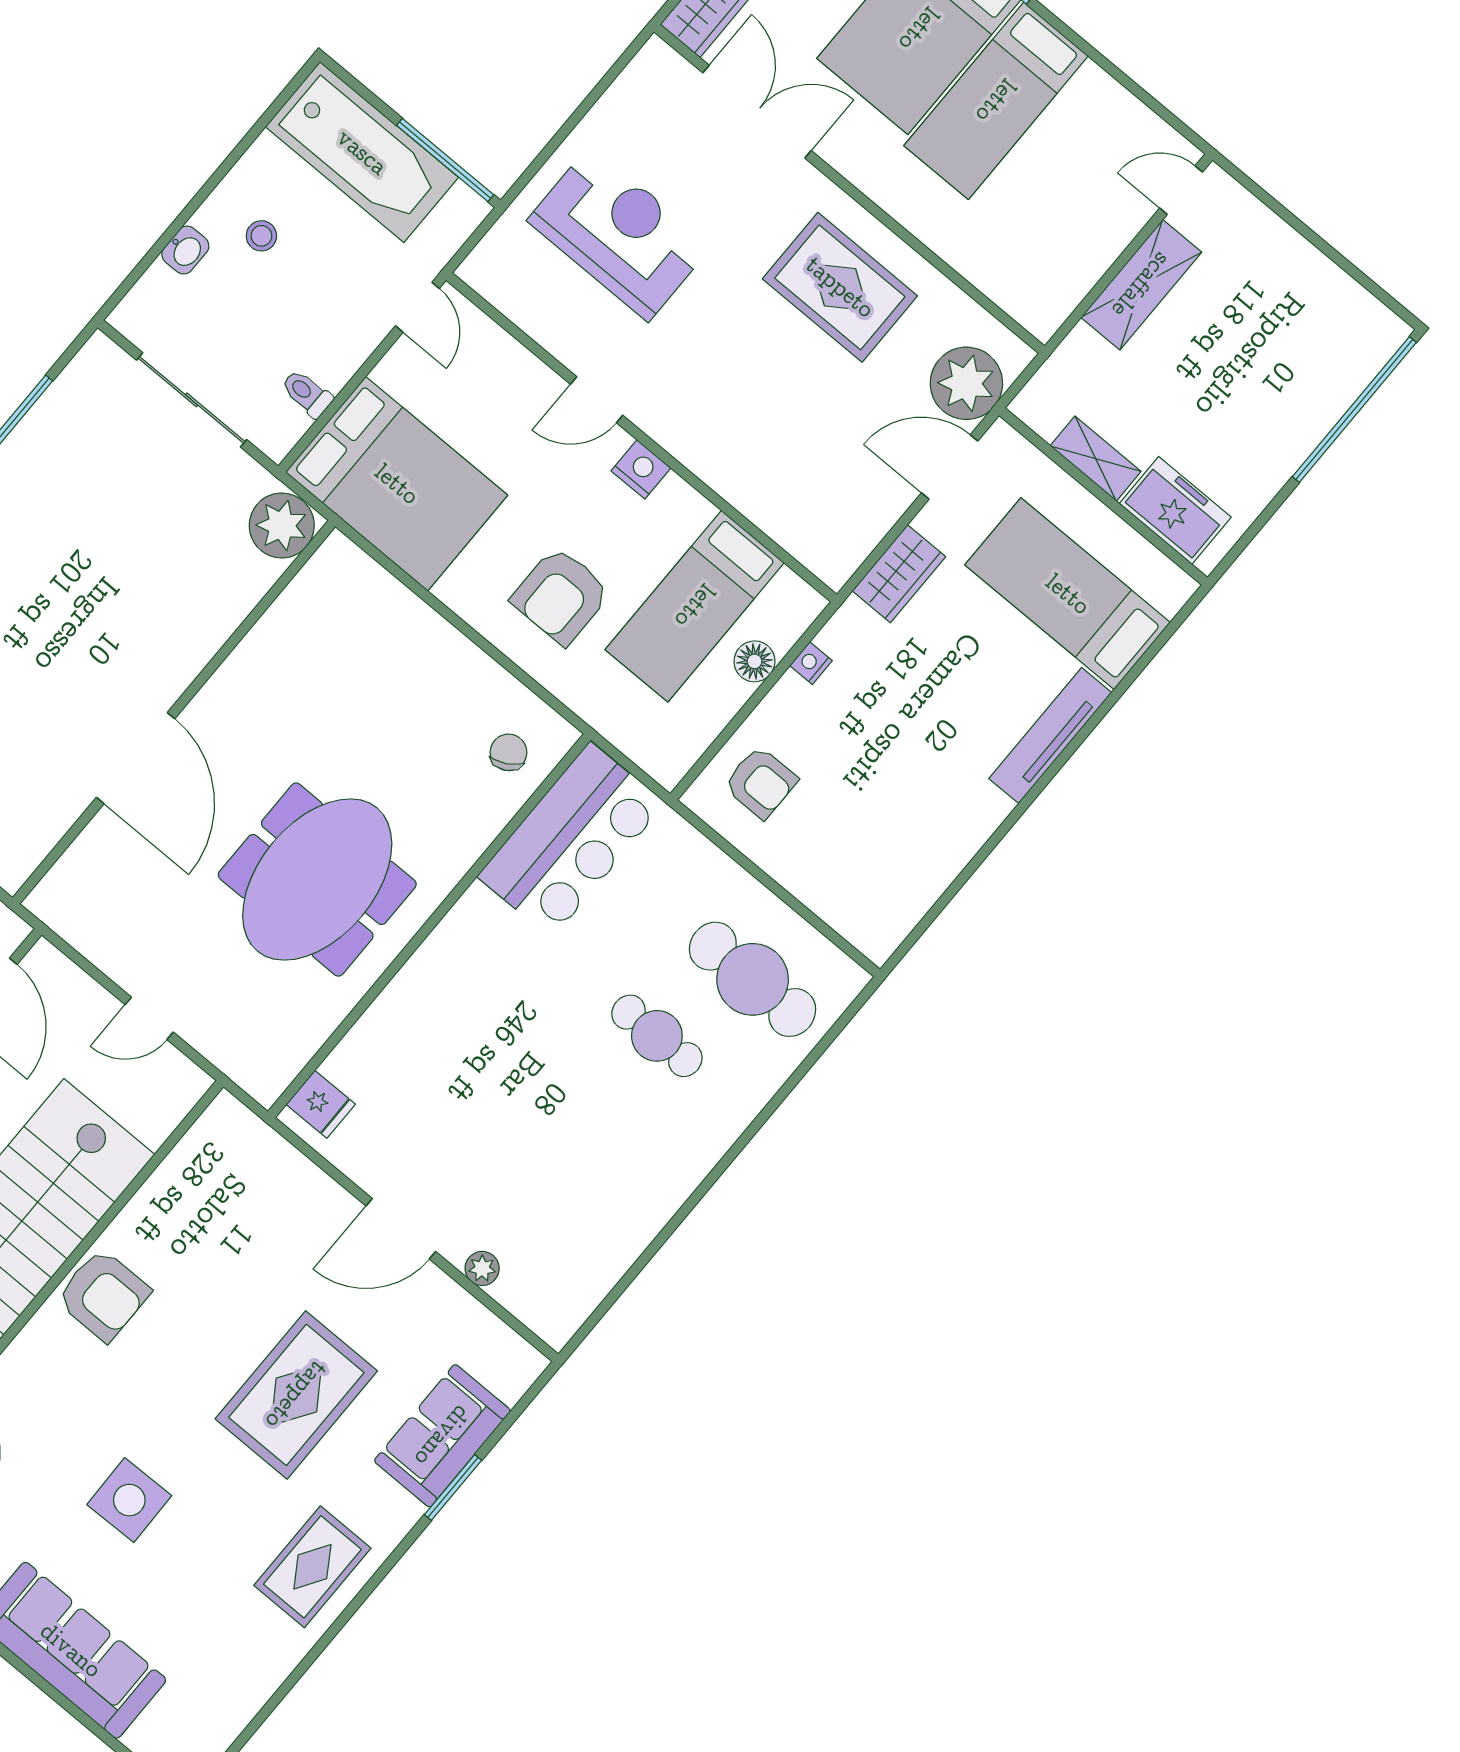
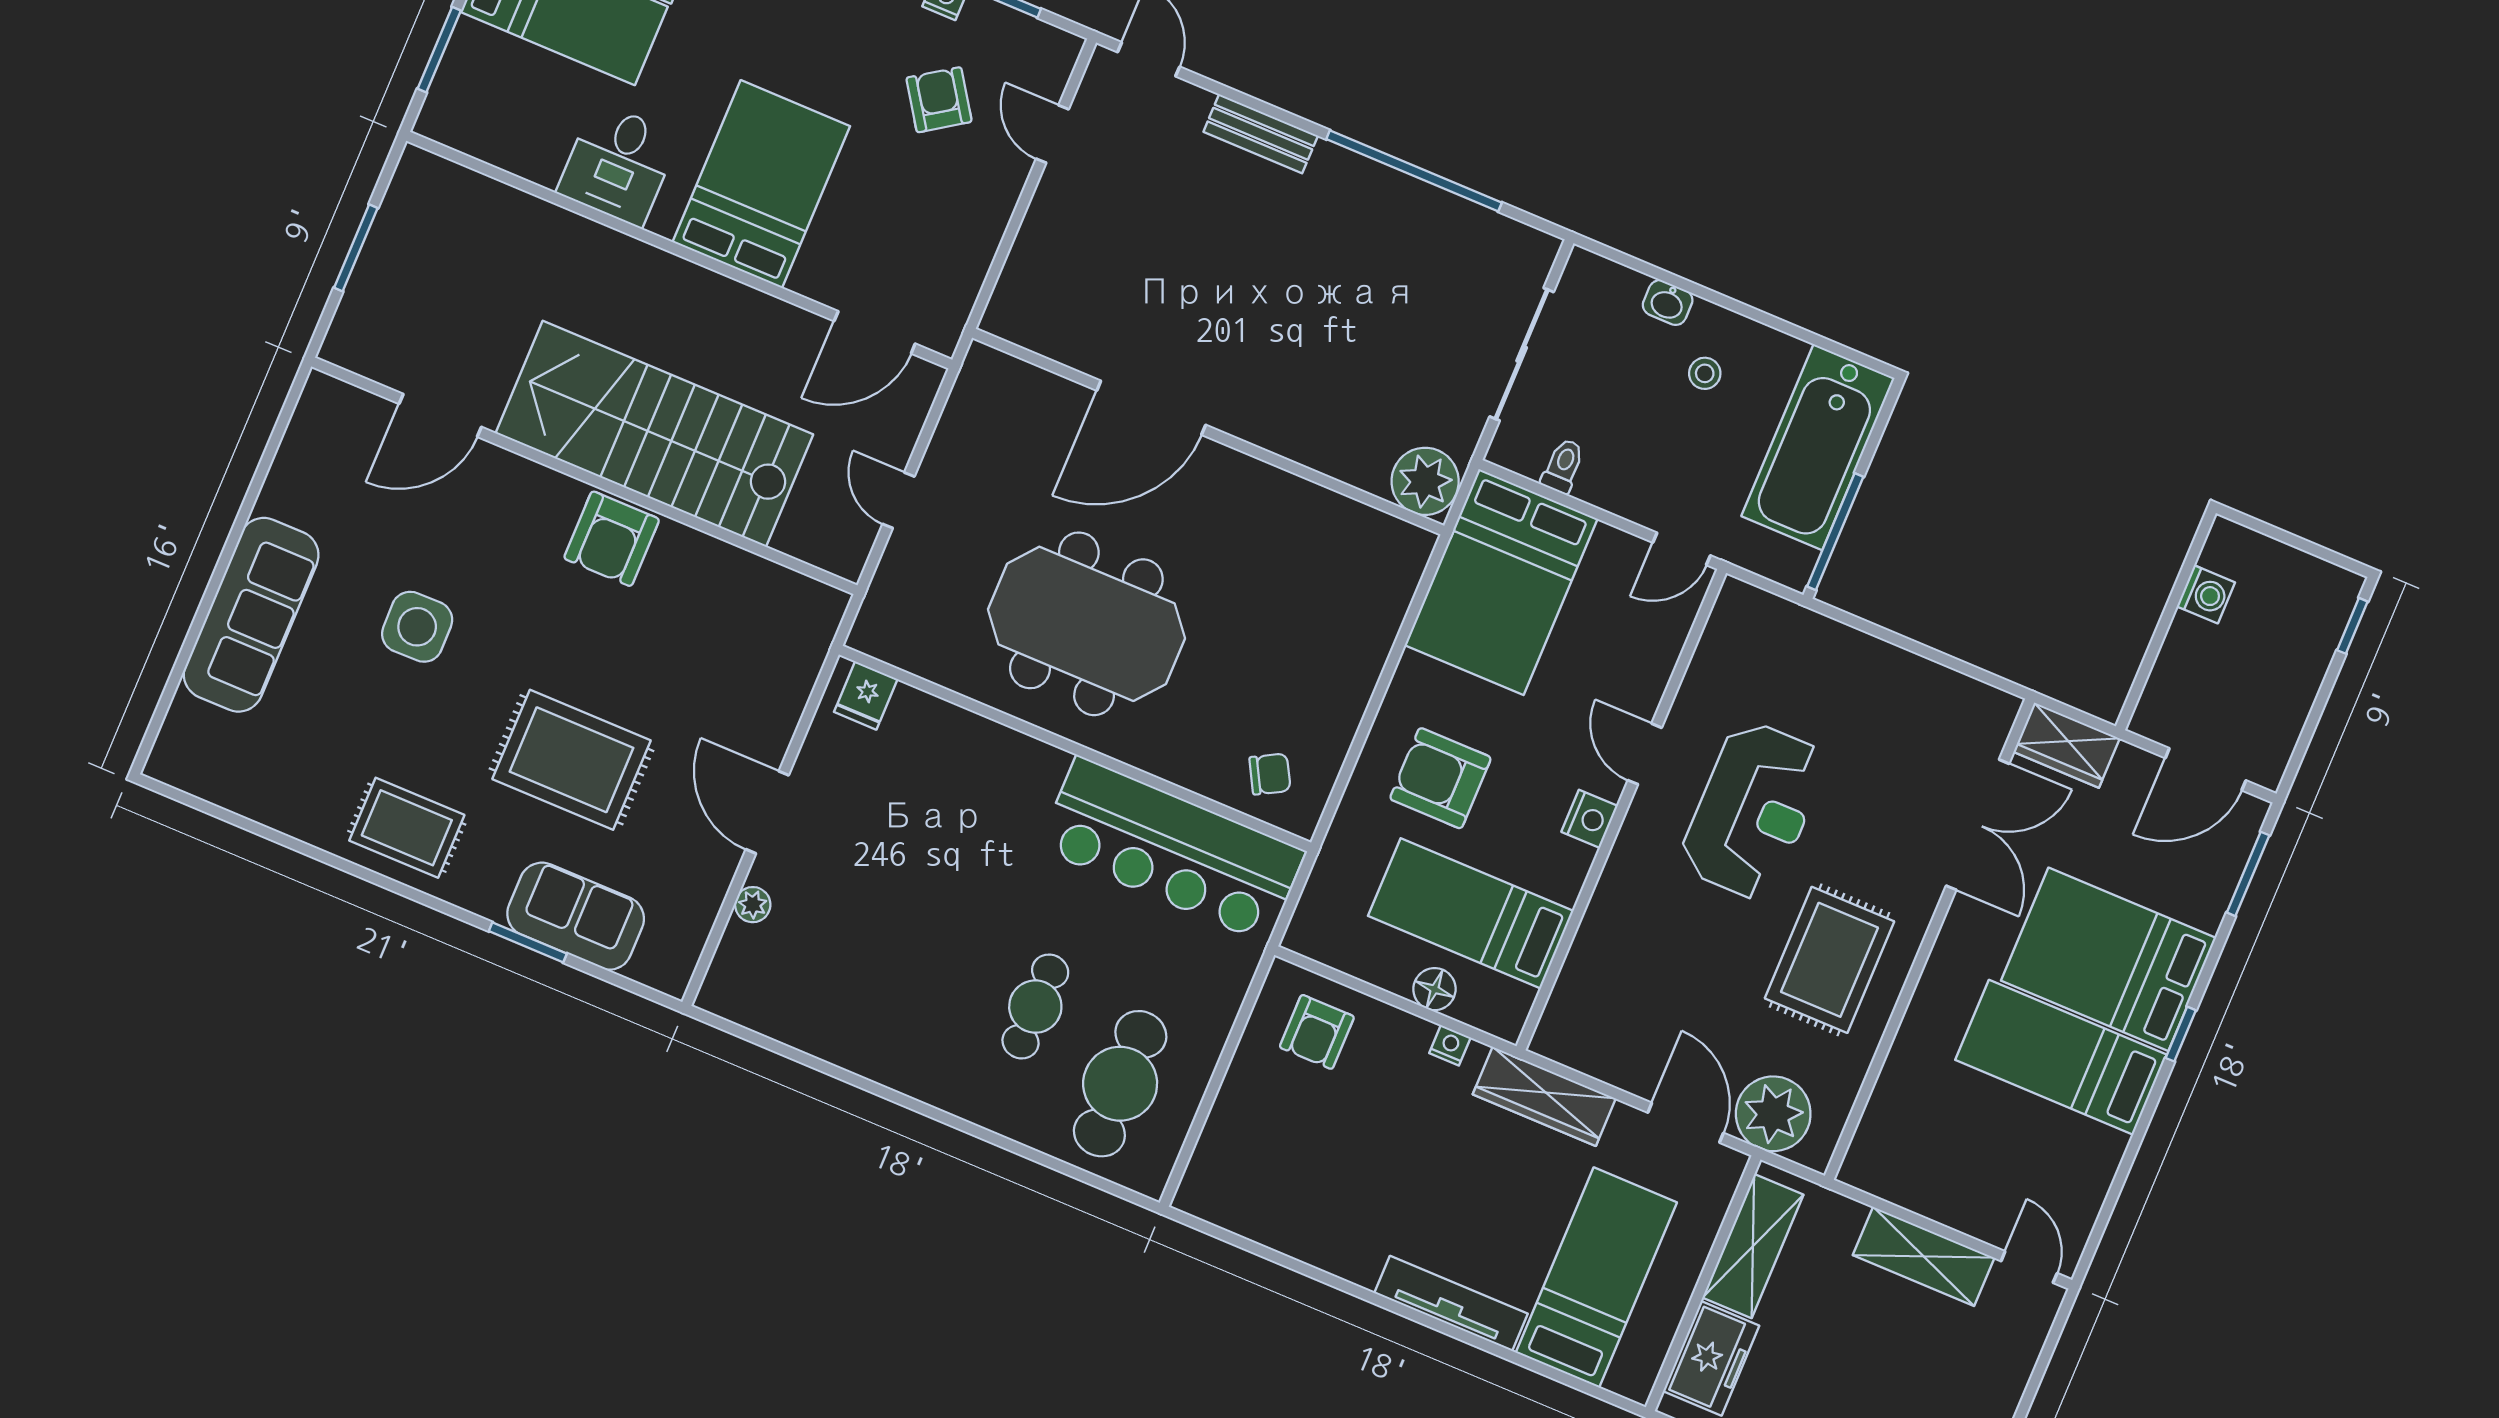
reception desk: (619, 233) -> (1753, 810), moved
shelving: (1096, 459) -> (1753, 1246), width x1.50, depth x1.33
wardrobe: (899, 574) -> (1544, 1096), width x1.50
bar counter: (571, 840) -> (1172, 849), width x1.36

